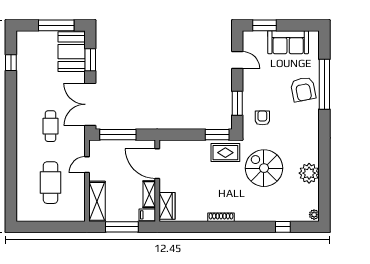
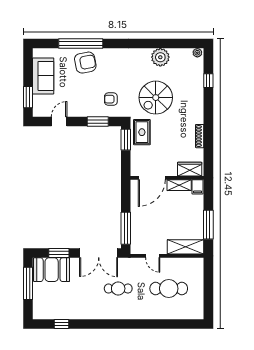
door: (157, 164) -> (152, 178), moved
wall: (157, 181) -> (167, 178), moved
shelving: (149, 194) -> (179, 185), moved
wardrobe: (167, 206) -> (190, 169), moved
filing cabinet: (147, 215) -> (198, 187), moved

